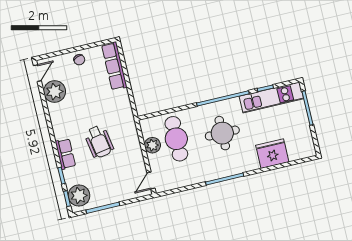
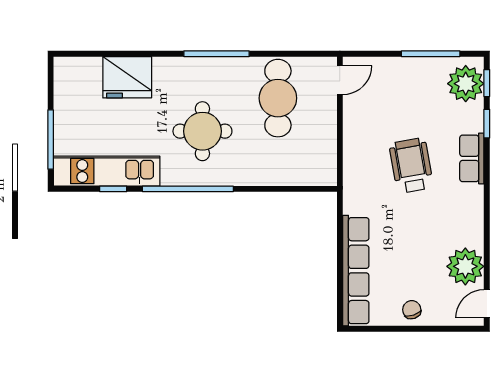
row of seats: (114, 66) -> (356, 271), width x1.36
cafe table: (176, 139) -> (278, 98), moved
plant: (152, 145) -> (324, 139), removed

